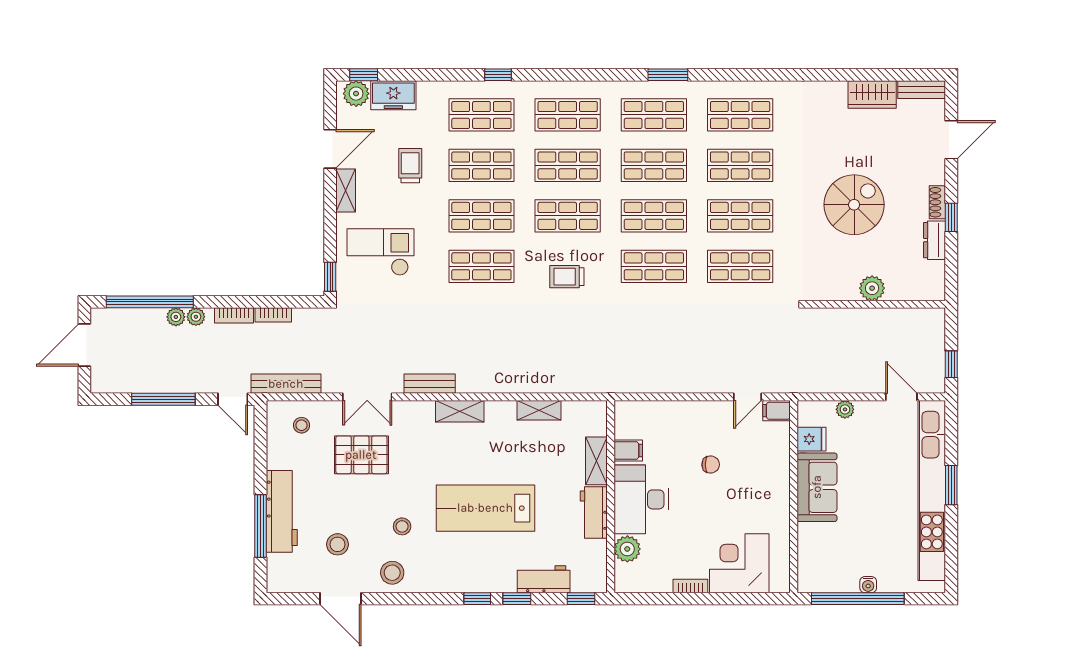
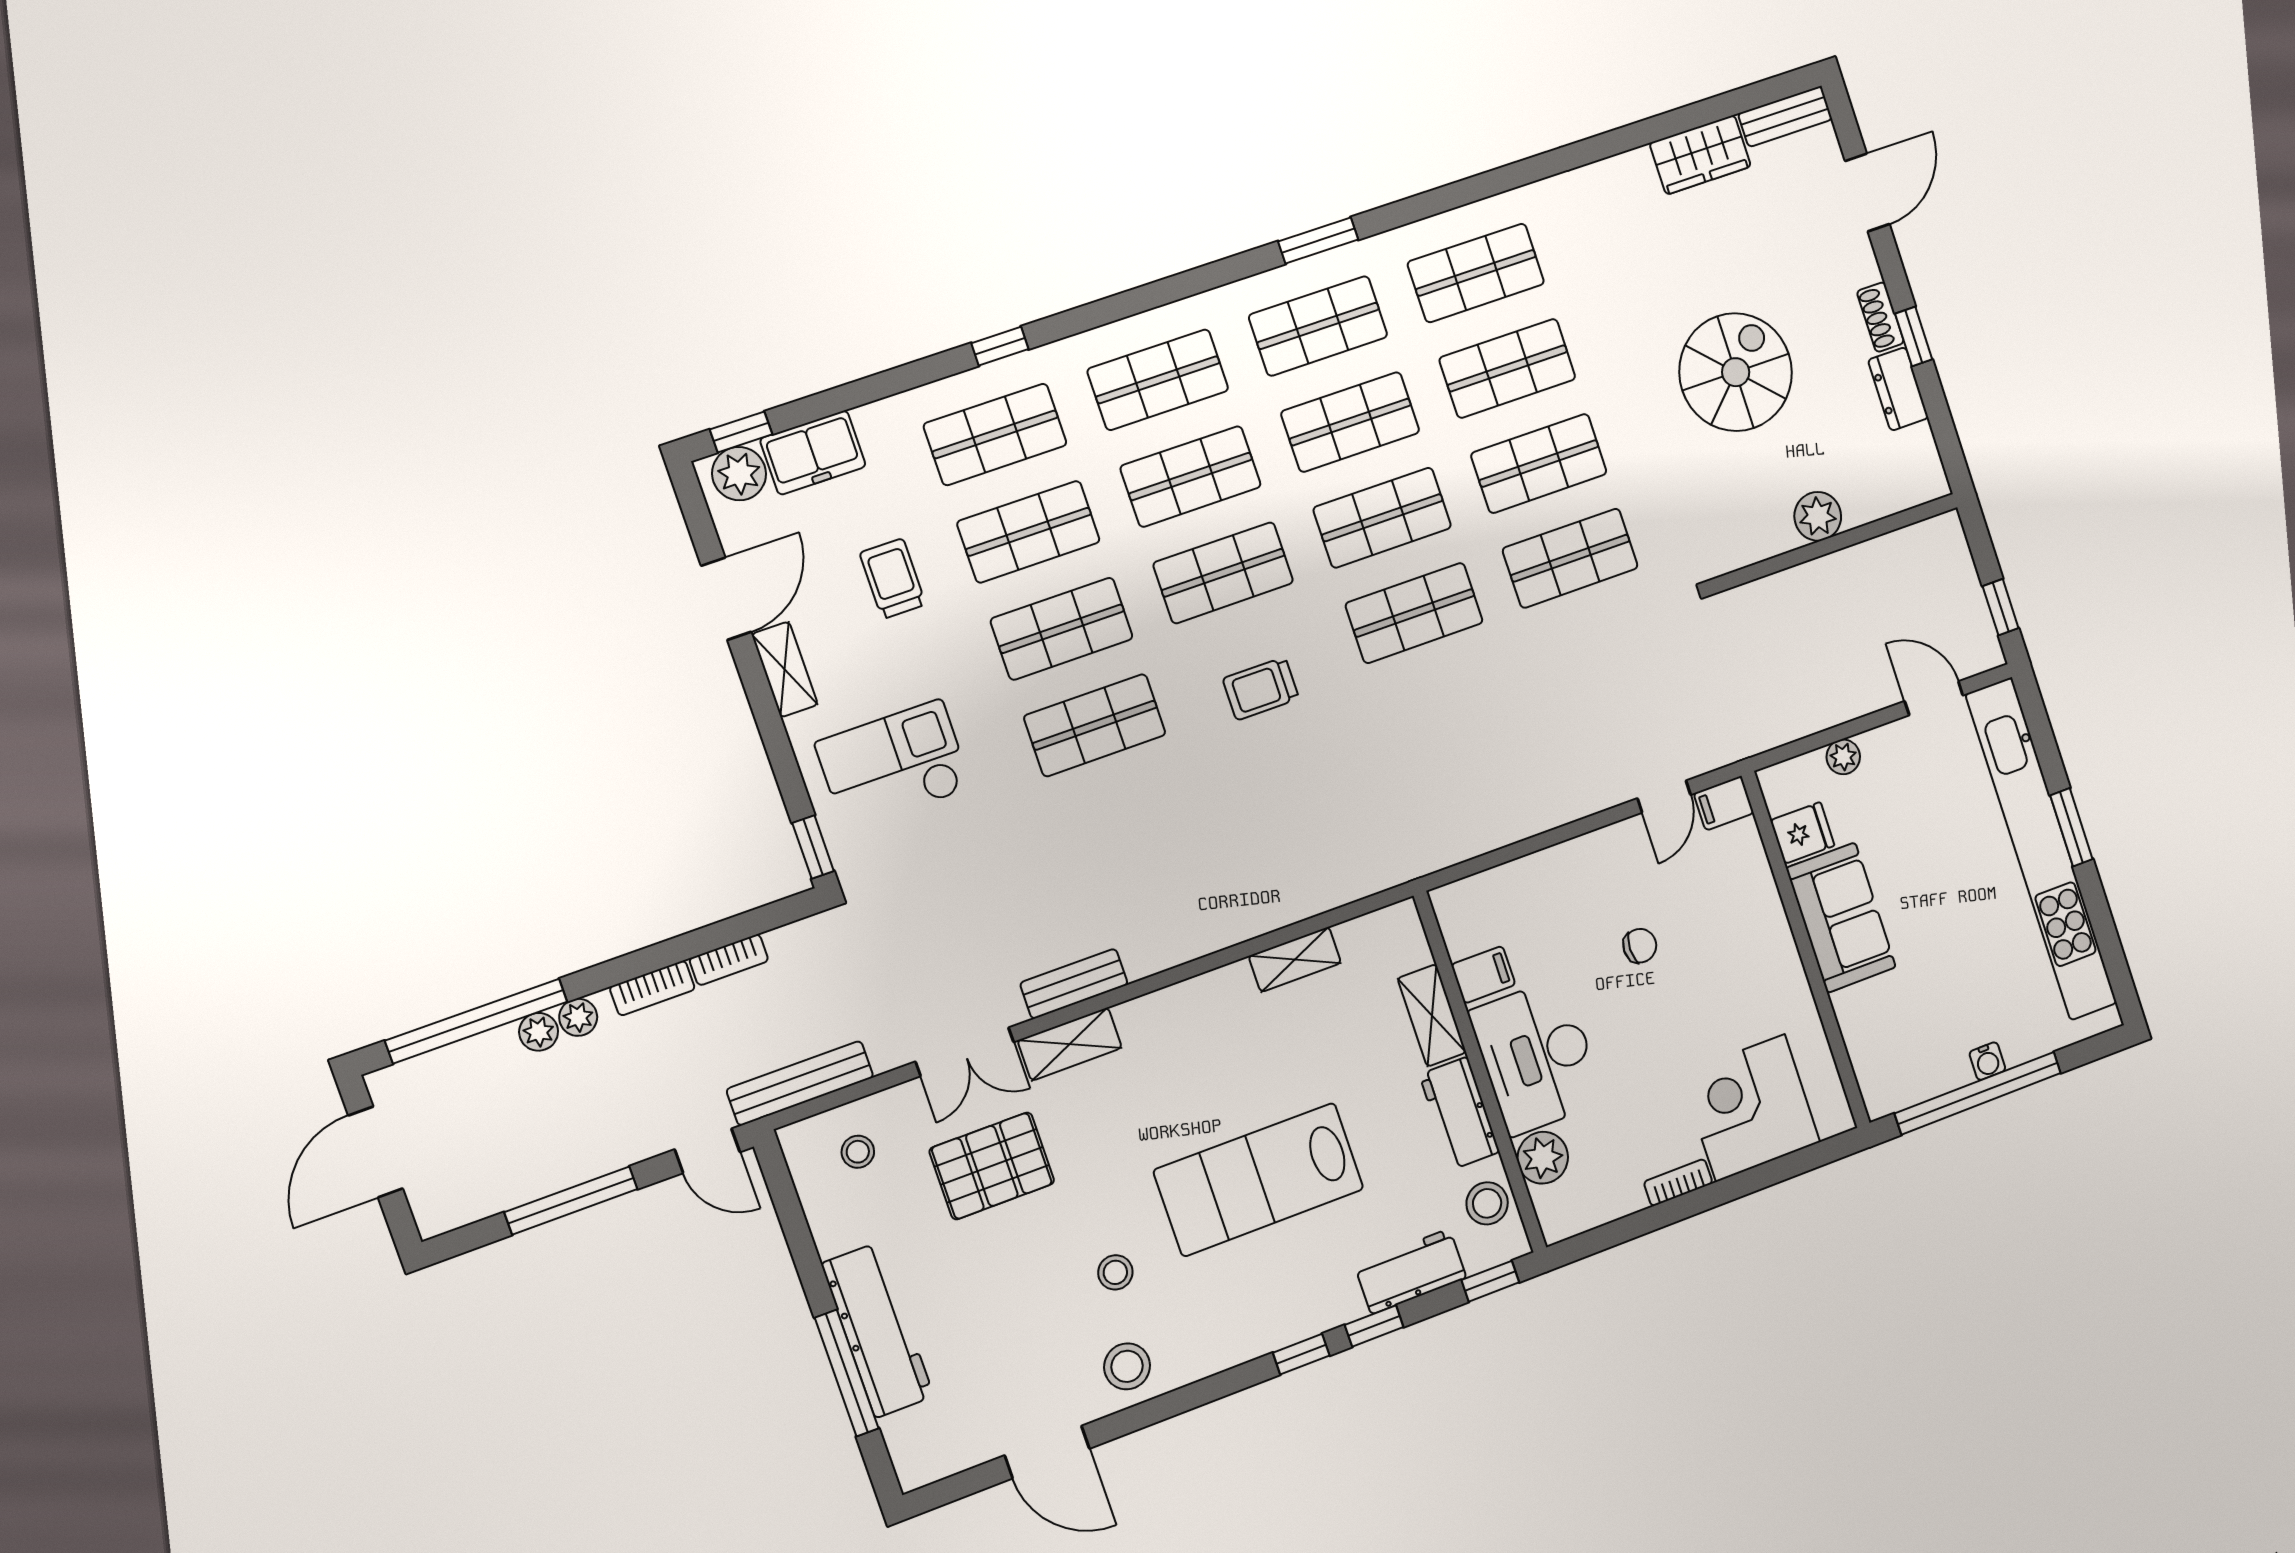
shelving: (460, 411) -> (1070, 1044), moved
stool: (338, 544) -> (1487, 1203), moved

